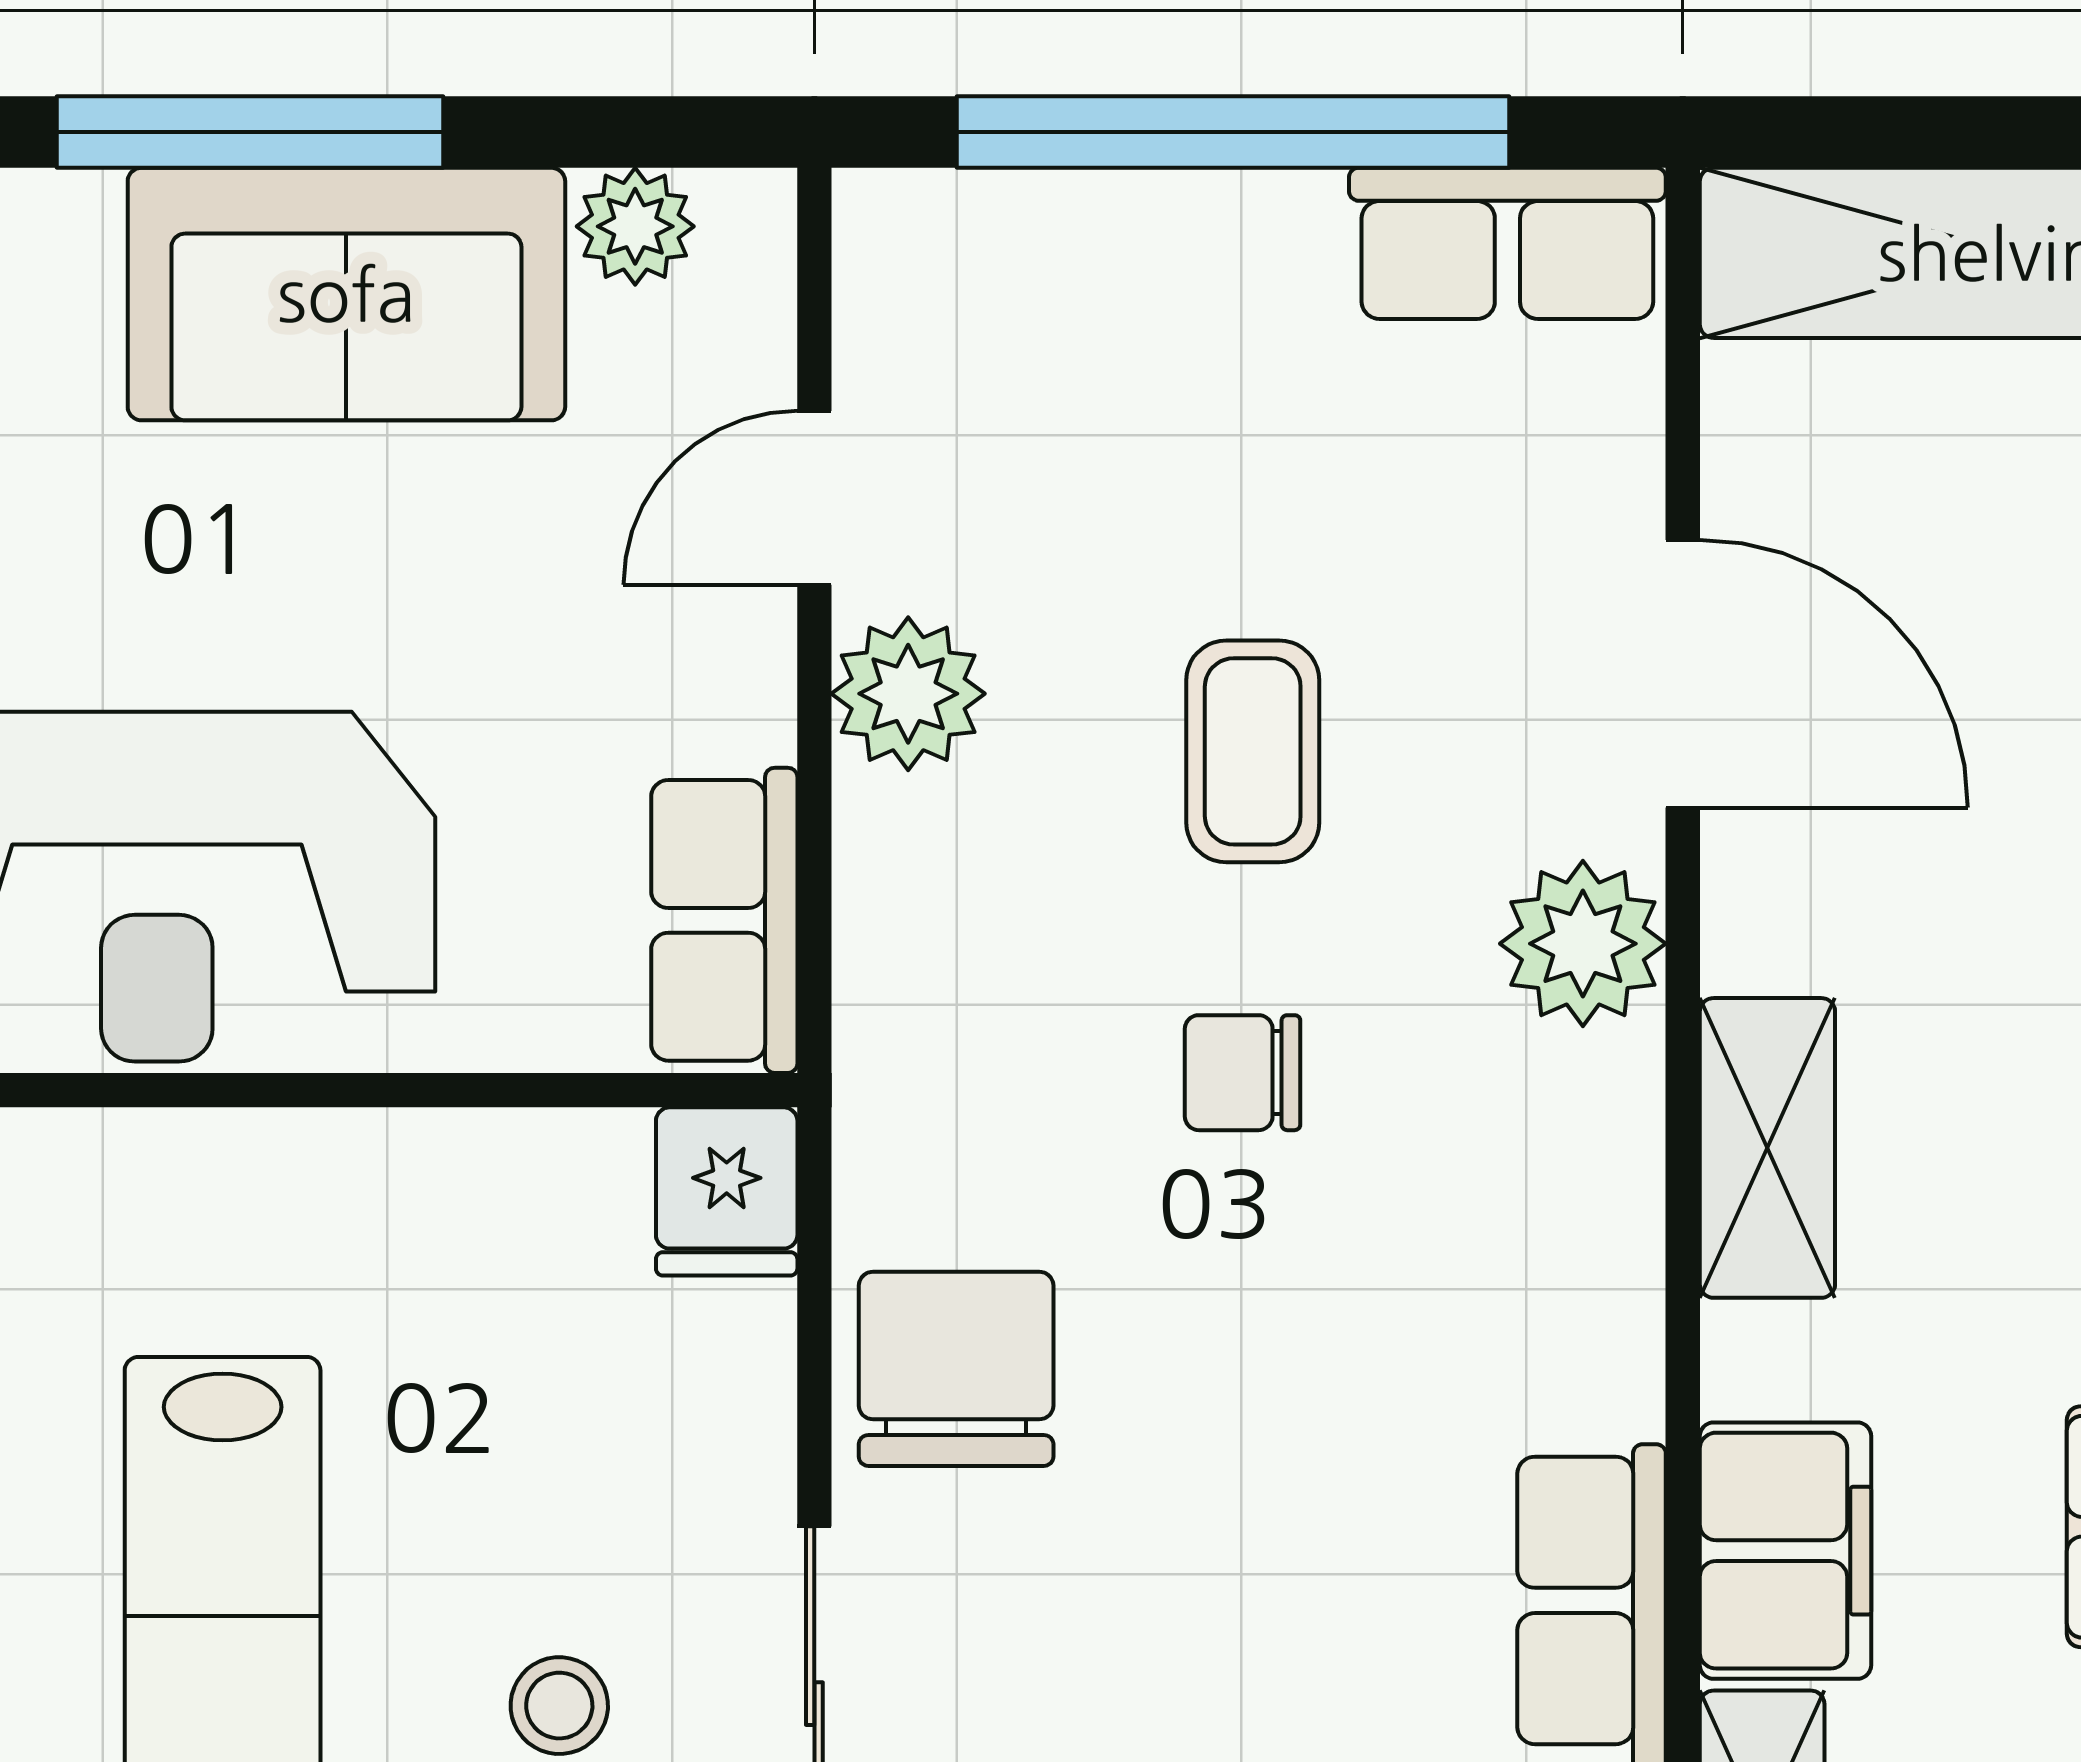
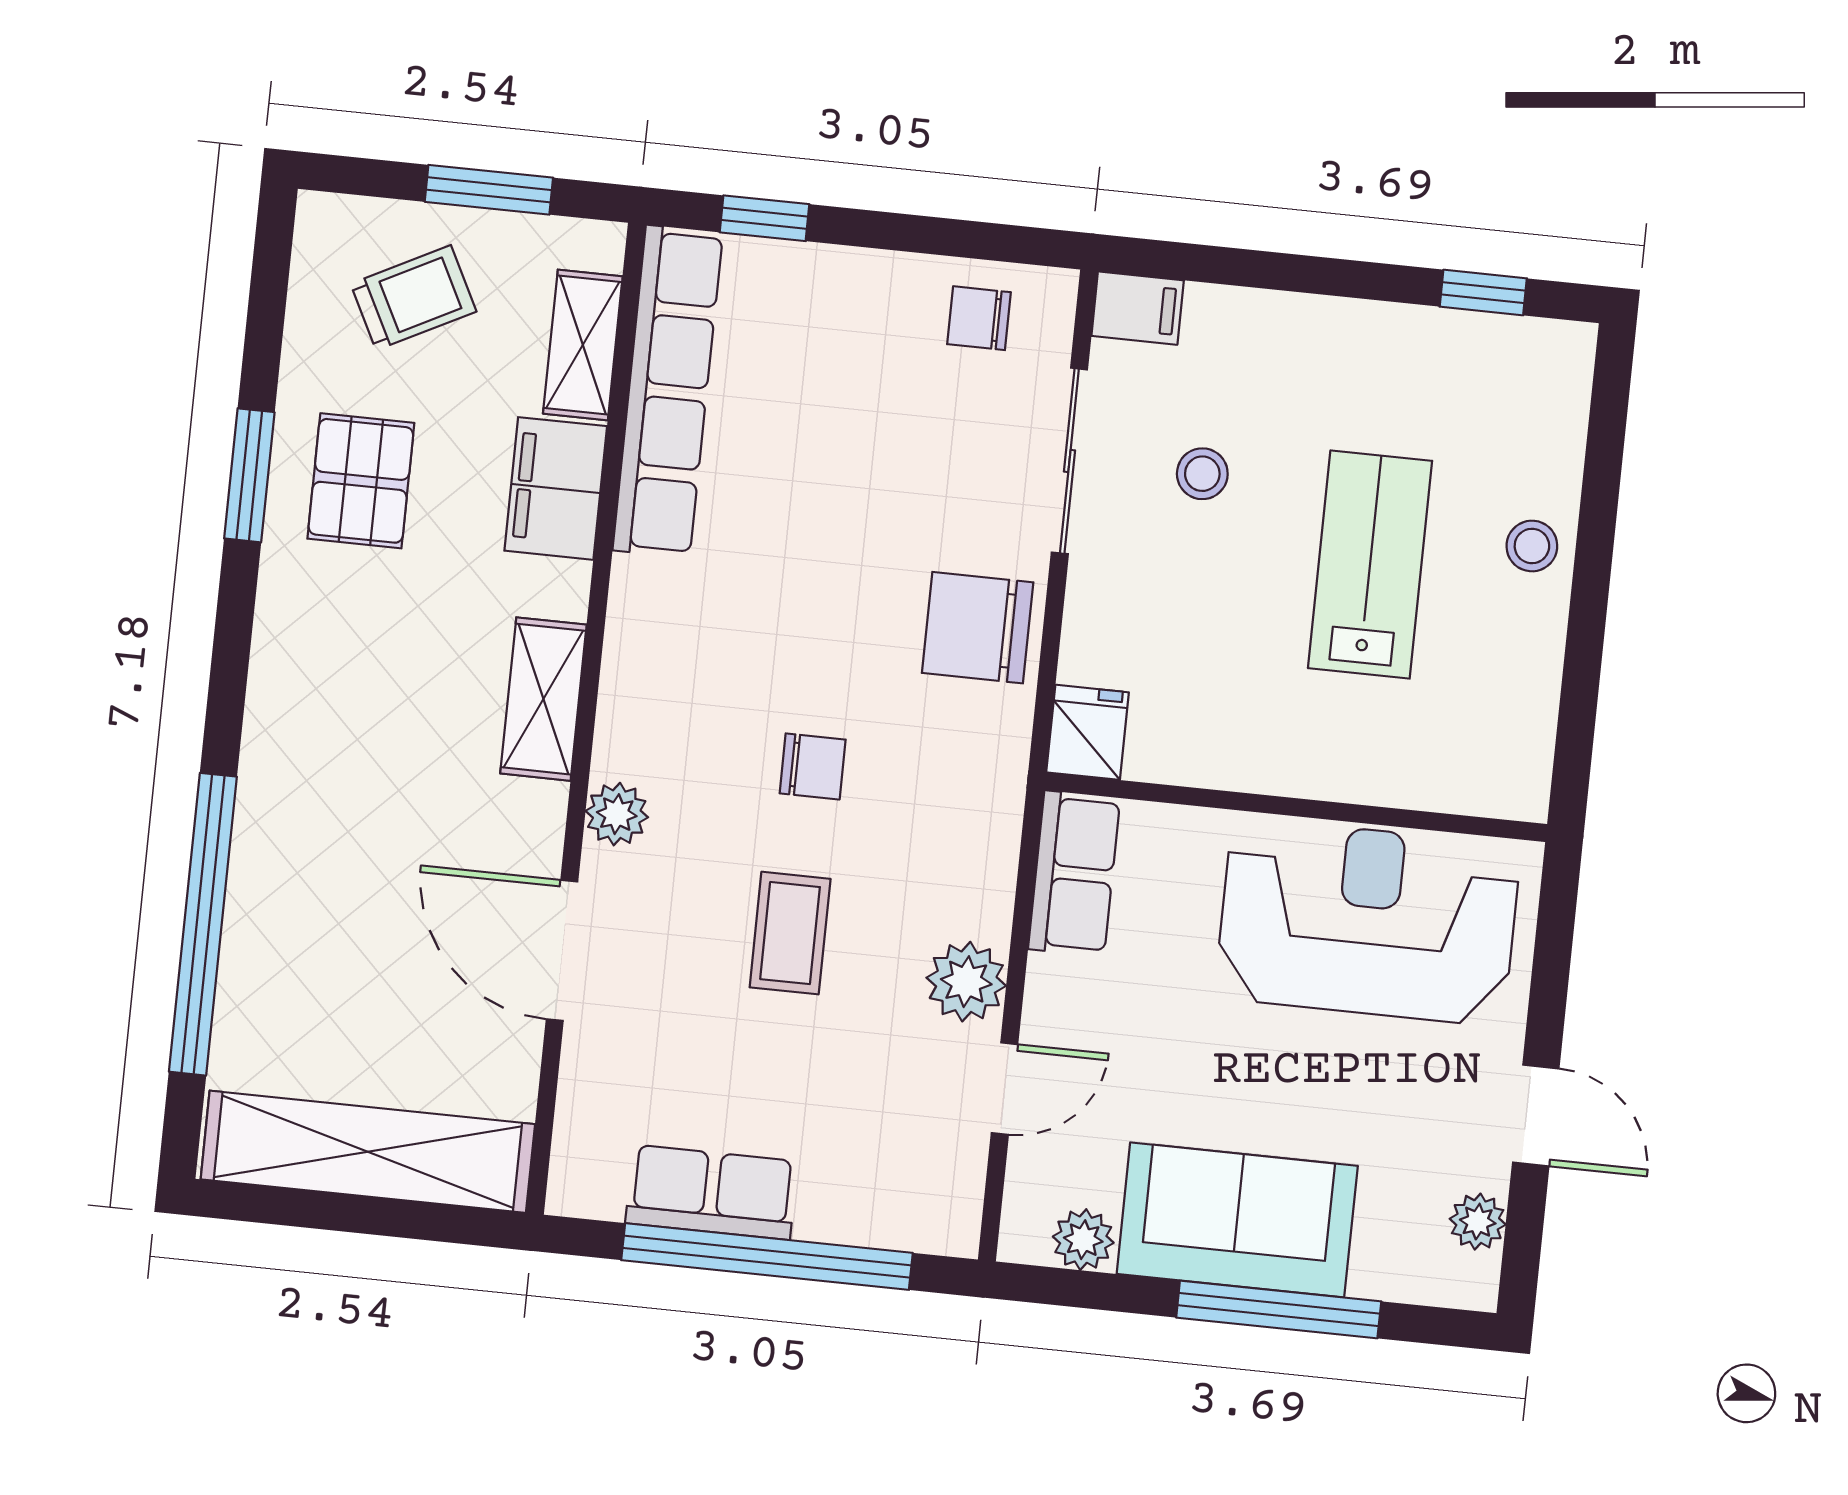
row of seats: (1507, 243) -> (711, 1192), moved
plant: (1583, 944) -> (617, 814), width x0.73, depth x0.73
chair: (956, 1369) -> (978, 628), turned 90

